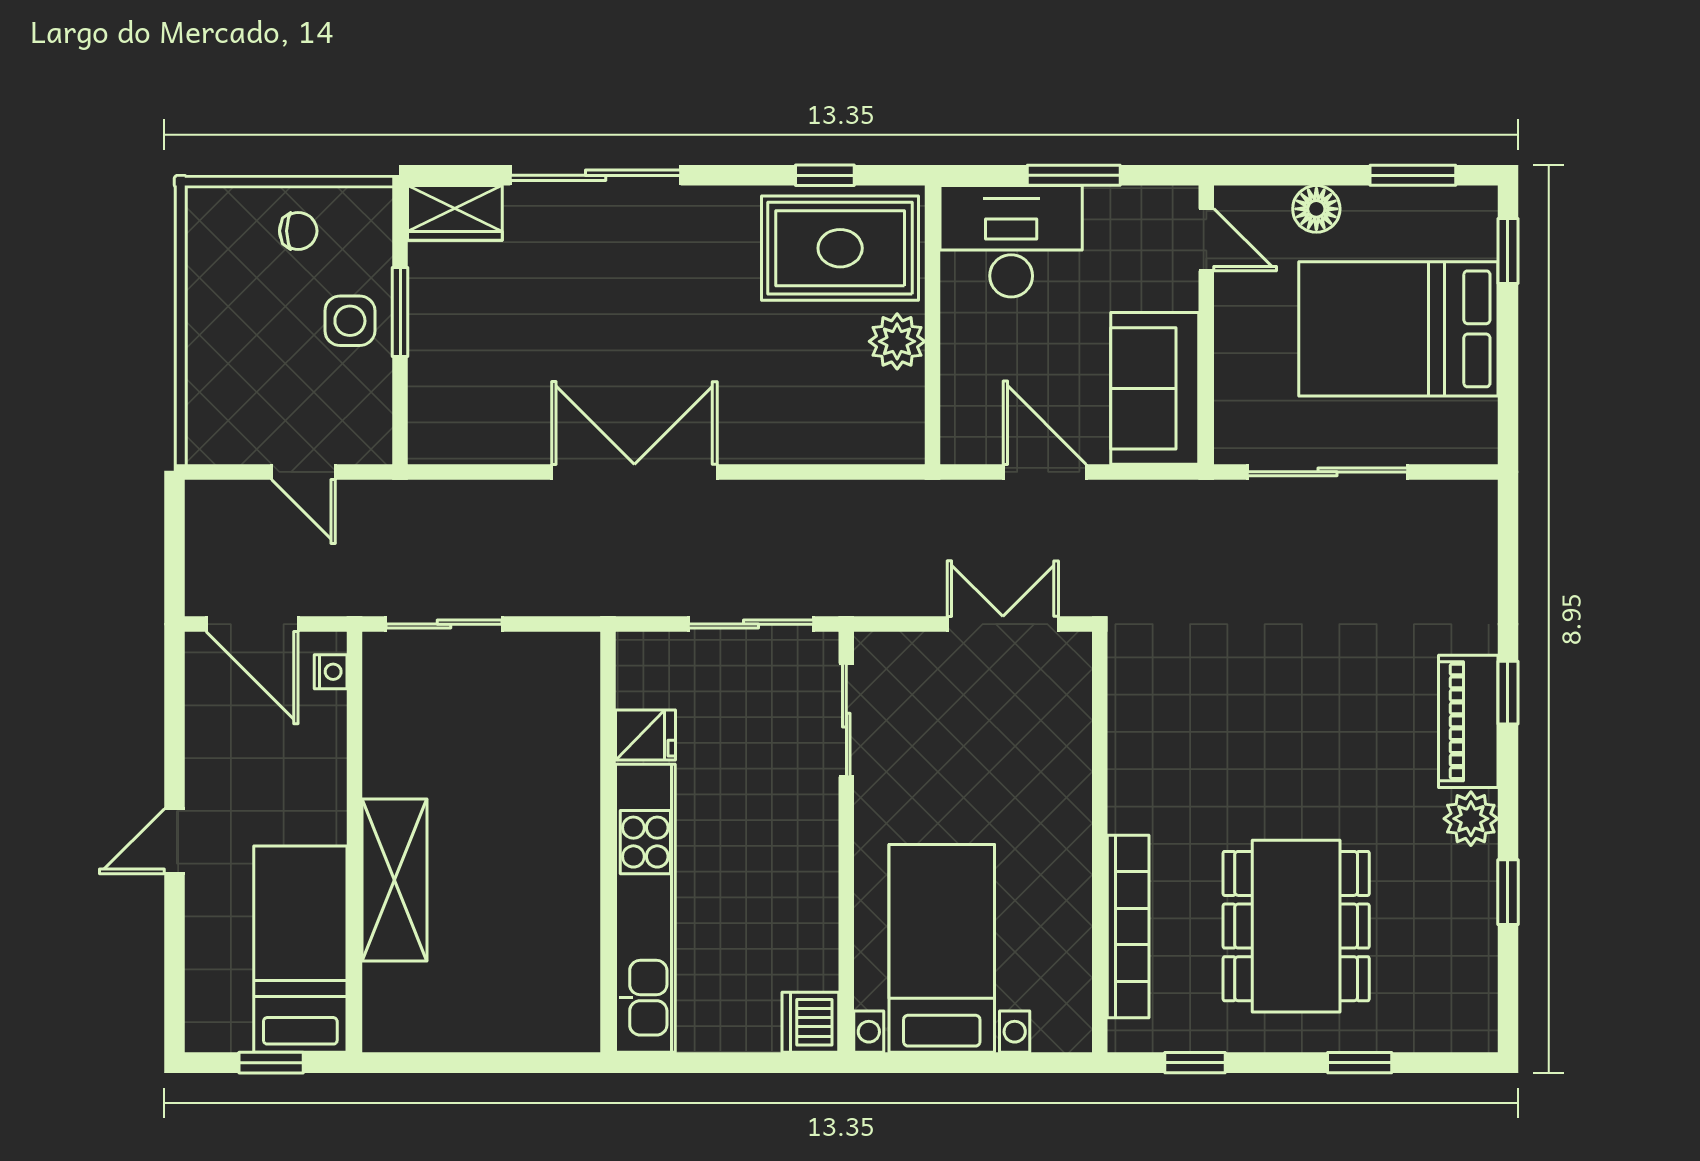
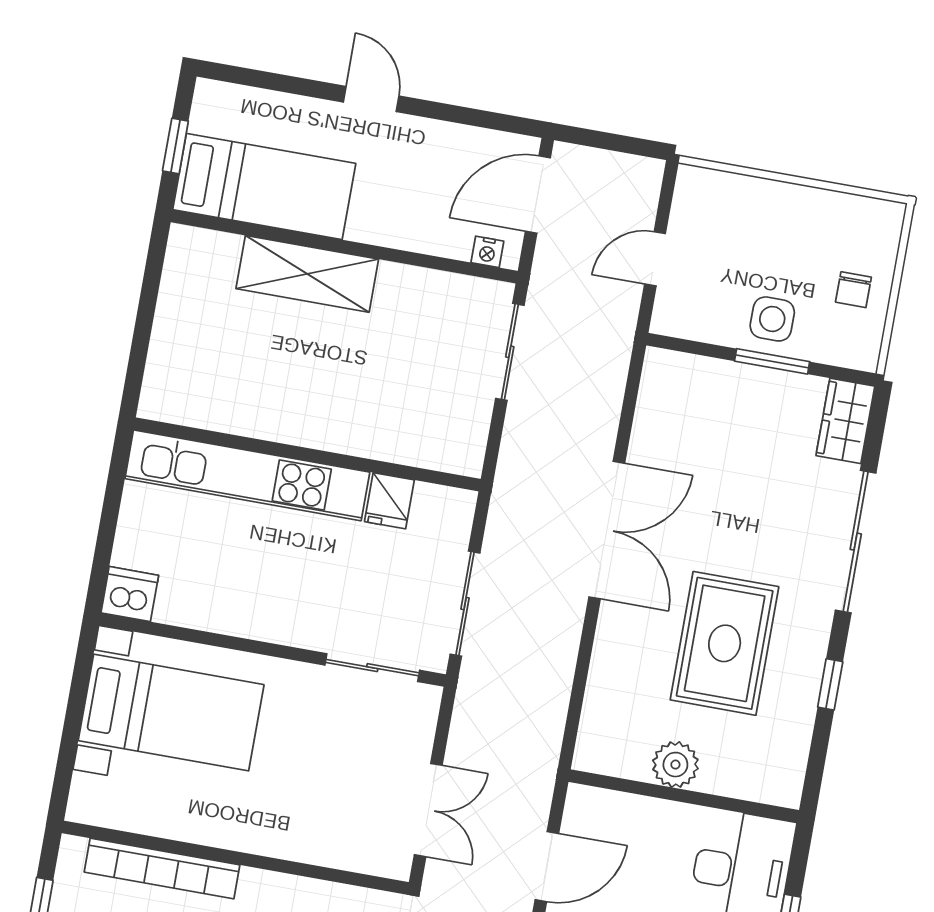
window: (825, 175) -> (830, 684), moved
rug: (840, 248) -> (725, 643), moved

